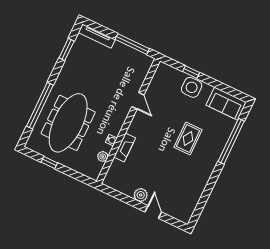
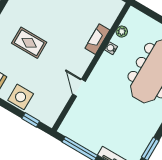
window: (191, 72) -> (31, 120), moved
rug: (188, 139) -> (29, 43), turned 90

